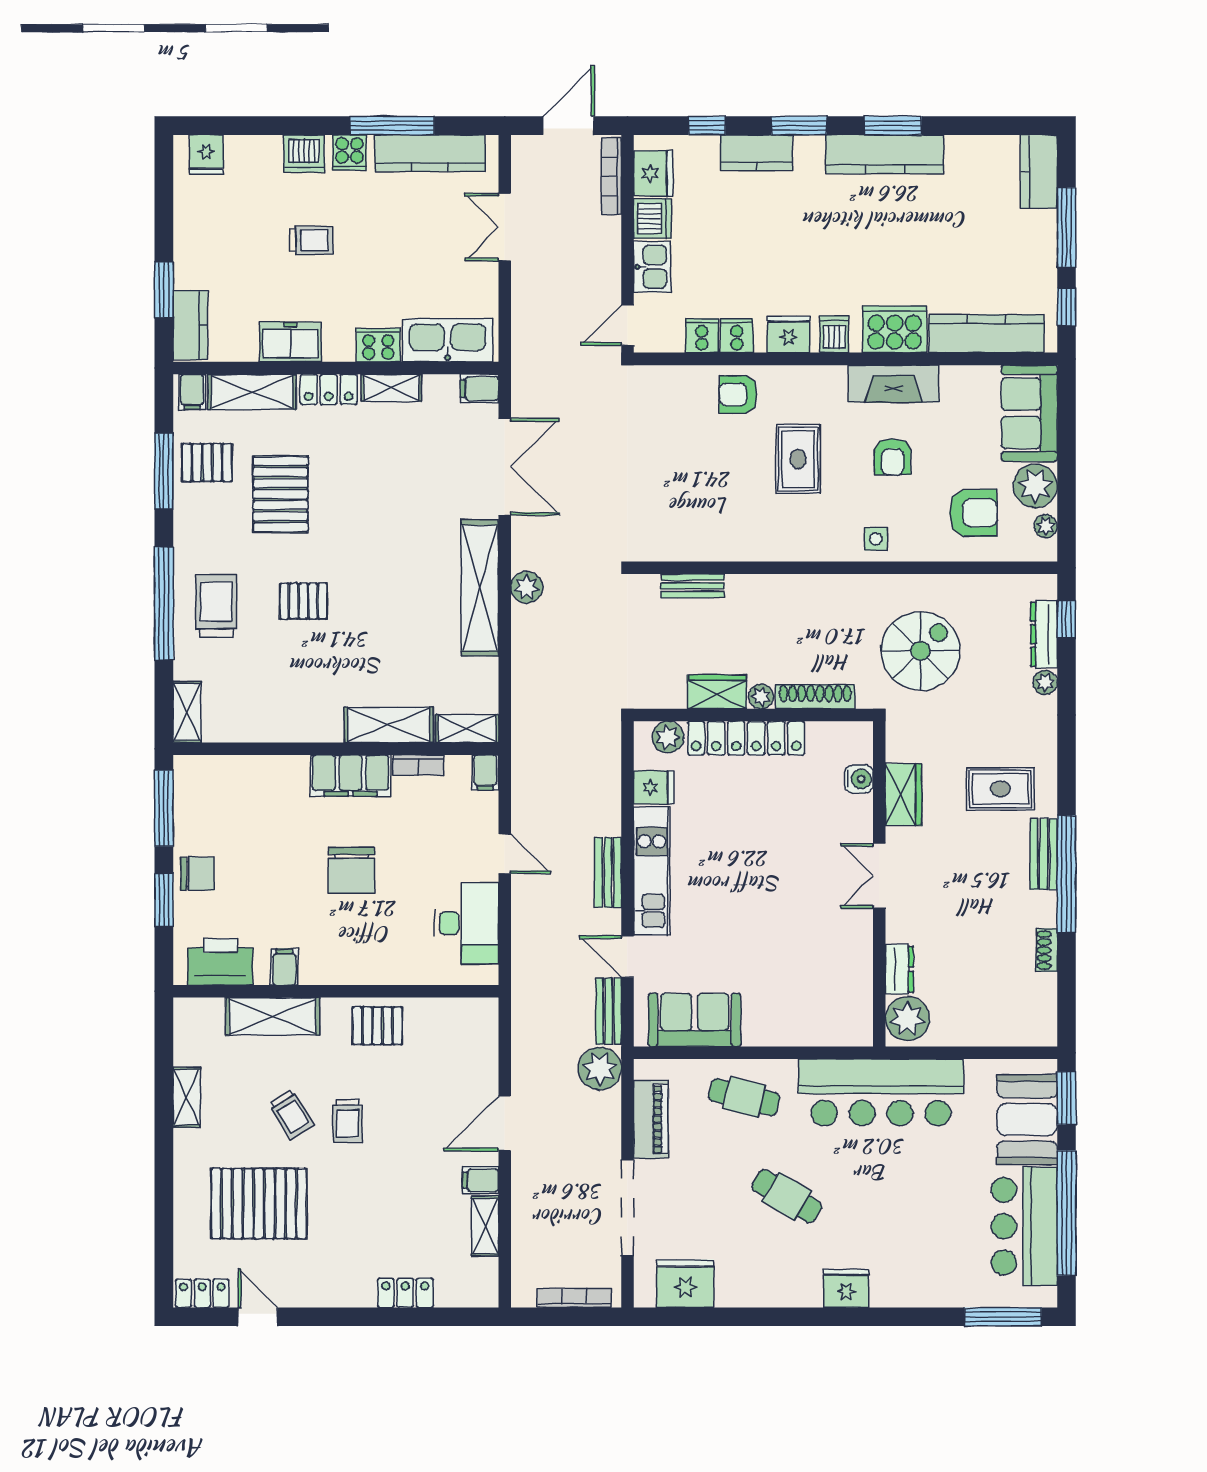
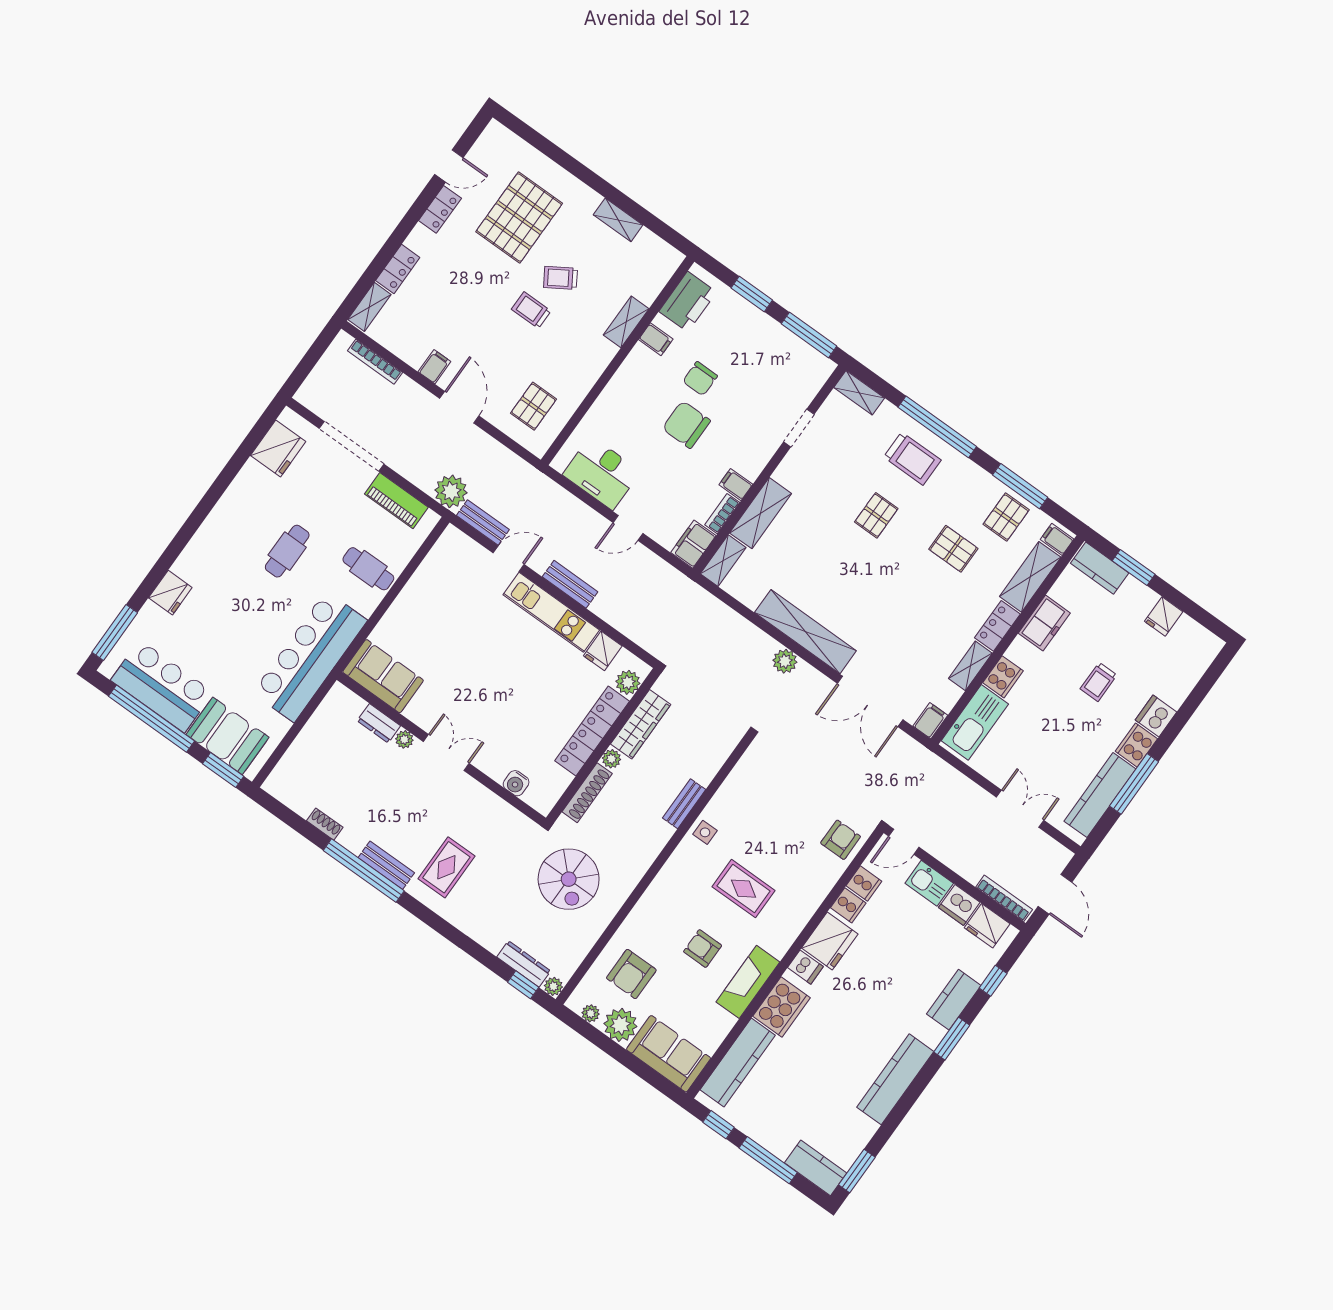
window: (893, 126) -> (857, 1171), moved
cooker: (349, 152) -> (1136, 745), width x1.36
fridge: (206, 155) -> (1164, 616), moved, turned -90
door: (627, 325) -> (904, 842), swing flipped
fridge: (788, 334) -> (830, 941), width x1.36, depth x1.34
armchair: (738, 394) -> (841, 840), moved
pallet: (281, 494) -> (953, 549), width x0.67, depth x0.71
side table: (876, 539) -> (705, 832), moved
bench: (693, 586) -> (684, 804), moved
plant: (1045, 682) -> (553, 986), moved
wardrobe: (717, 692) -> (641, 724), width x1.50
doorway: (270, 749) -> (799, 428), added
filing cabinet: (485, 772) -> (693, 544), width x2.00
filing cabinet: (351, 776) -> (736, 485), width x0.33, depth x0.86
wardrobe: (903, 795) -> (486, 804), removed
chair: (198, 874) -> (700, 379), moved
shelving: (273, 1016) -> (626, 322), width x0.67, depth x0.75
plant: (907, 1019) -> (404, 739), moved, width x0.53, depth x0.53
sofa: (695, 1020) -> (383, 676), moved, turned -90
pallet: (377, 1026) -> (533, 406), moved
cafe table: (744, 1097) -> (368, 569), turned 76
cafe table: (787, 1196) -> (287, 551), turned -31
shelving: (485, 1226) -> (369, 307), moved, turned 90
fridge: (846, 1288) -> (170, 593), moved
locker: (202, 1293) -> (440, 209), moved
bookcase: (574, 1298) -> (375, 362), moved, turned 90

